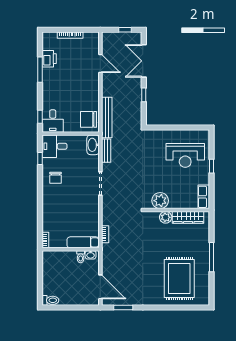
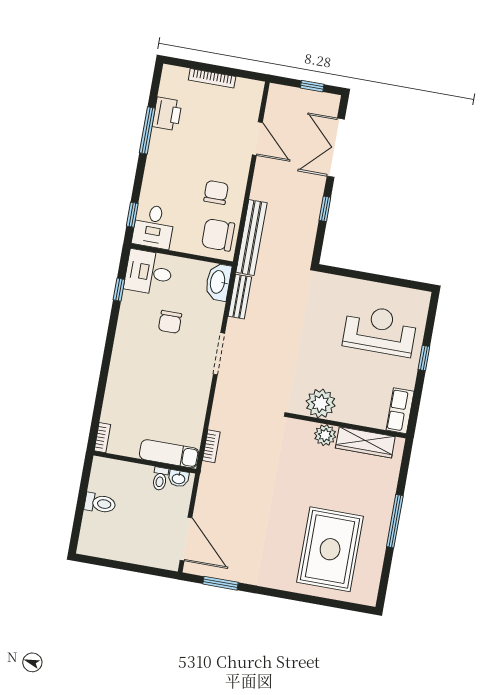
chair: (83, 97) -> (216, 192), added
reception desk: (185, 155) -> (380, 331), turned 180
chair: (55, 178) -> (170, 322), moved
toilet: (50, 300) -> (100, 503), moved

